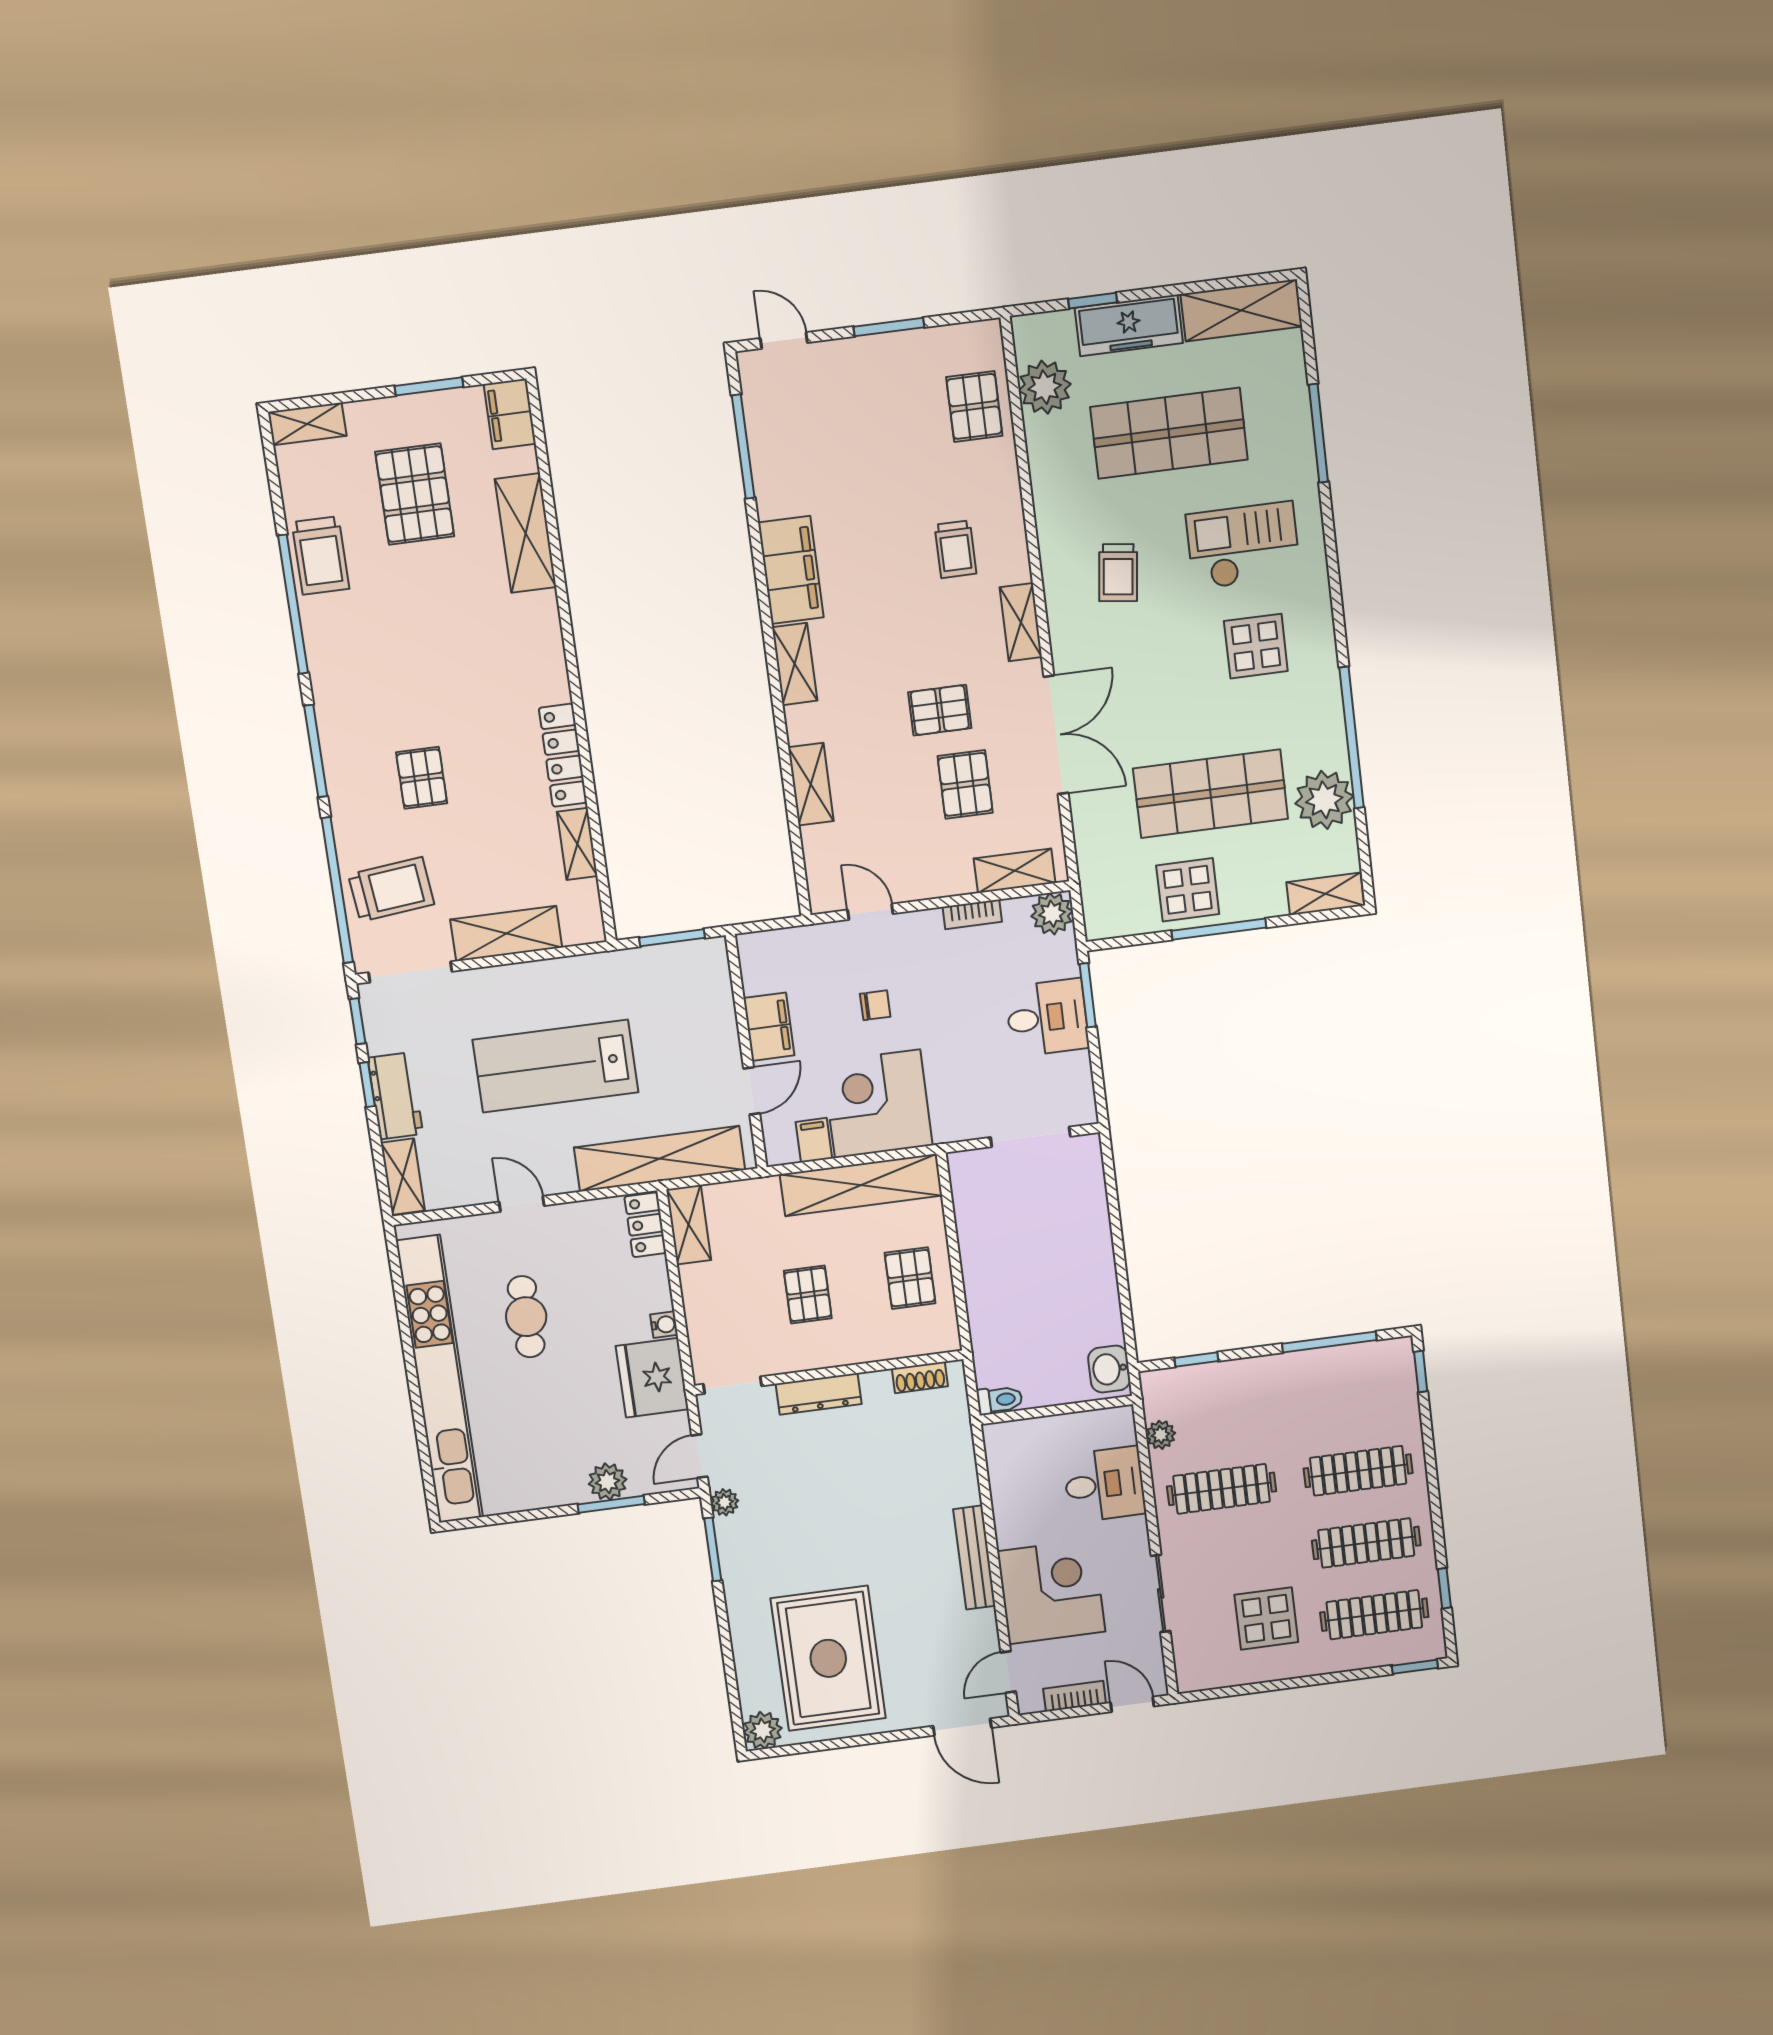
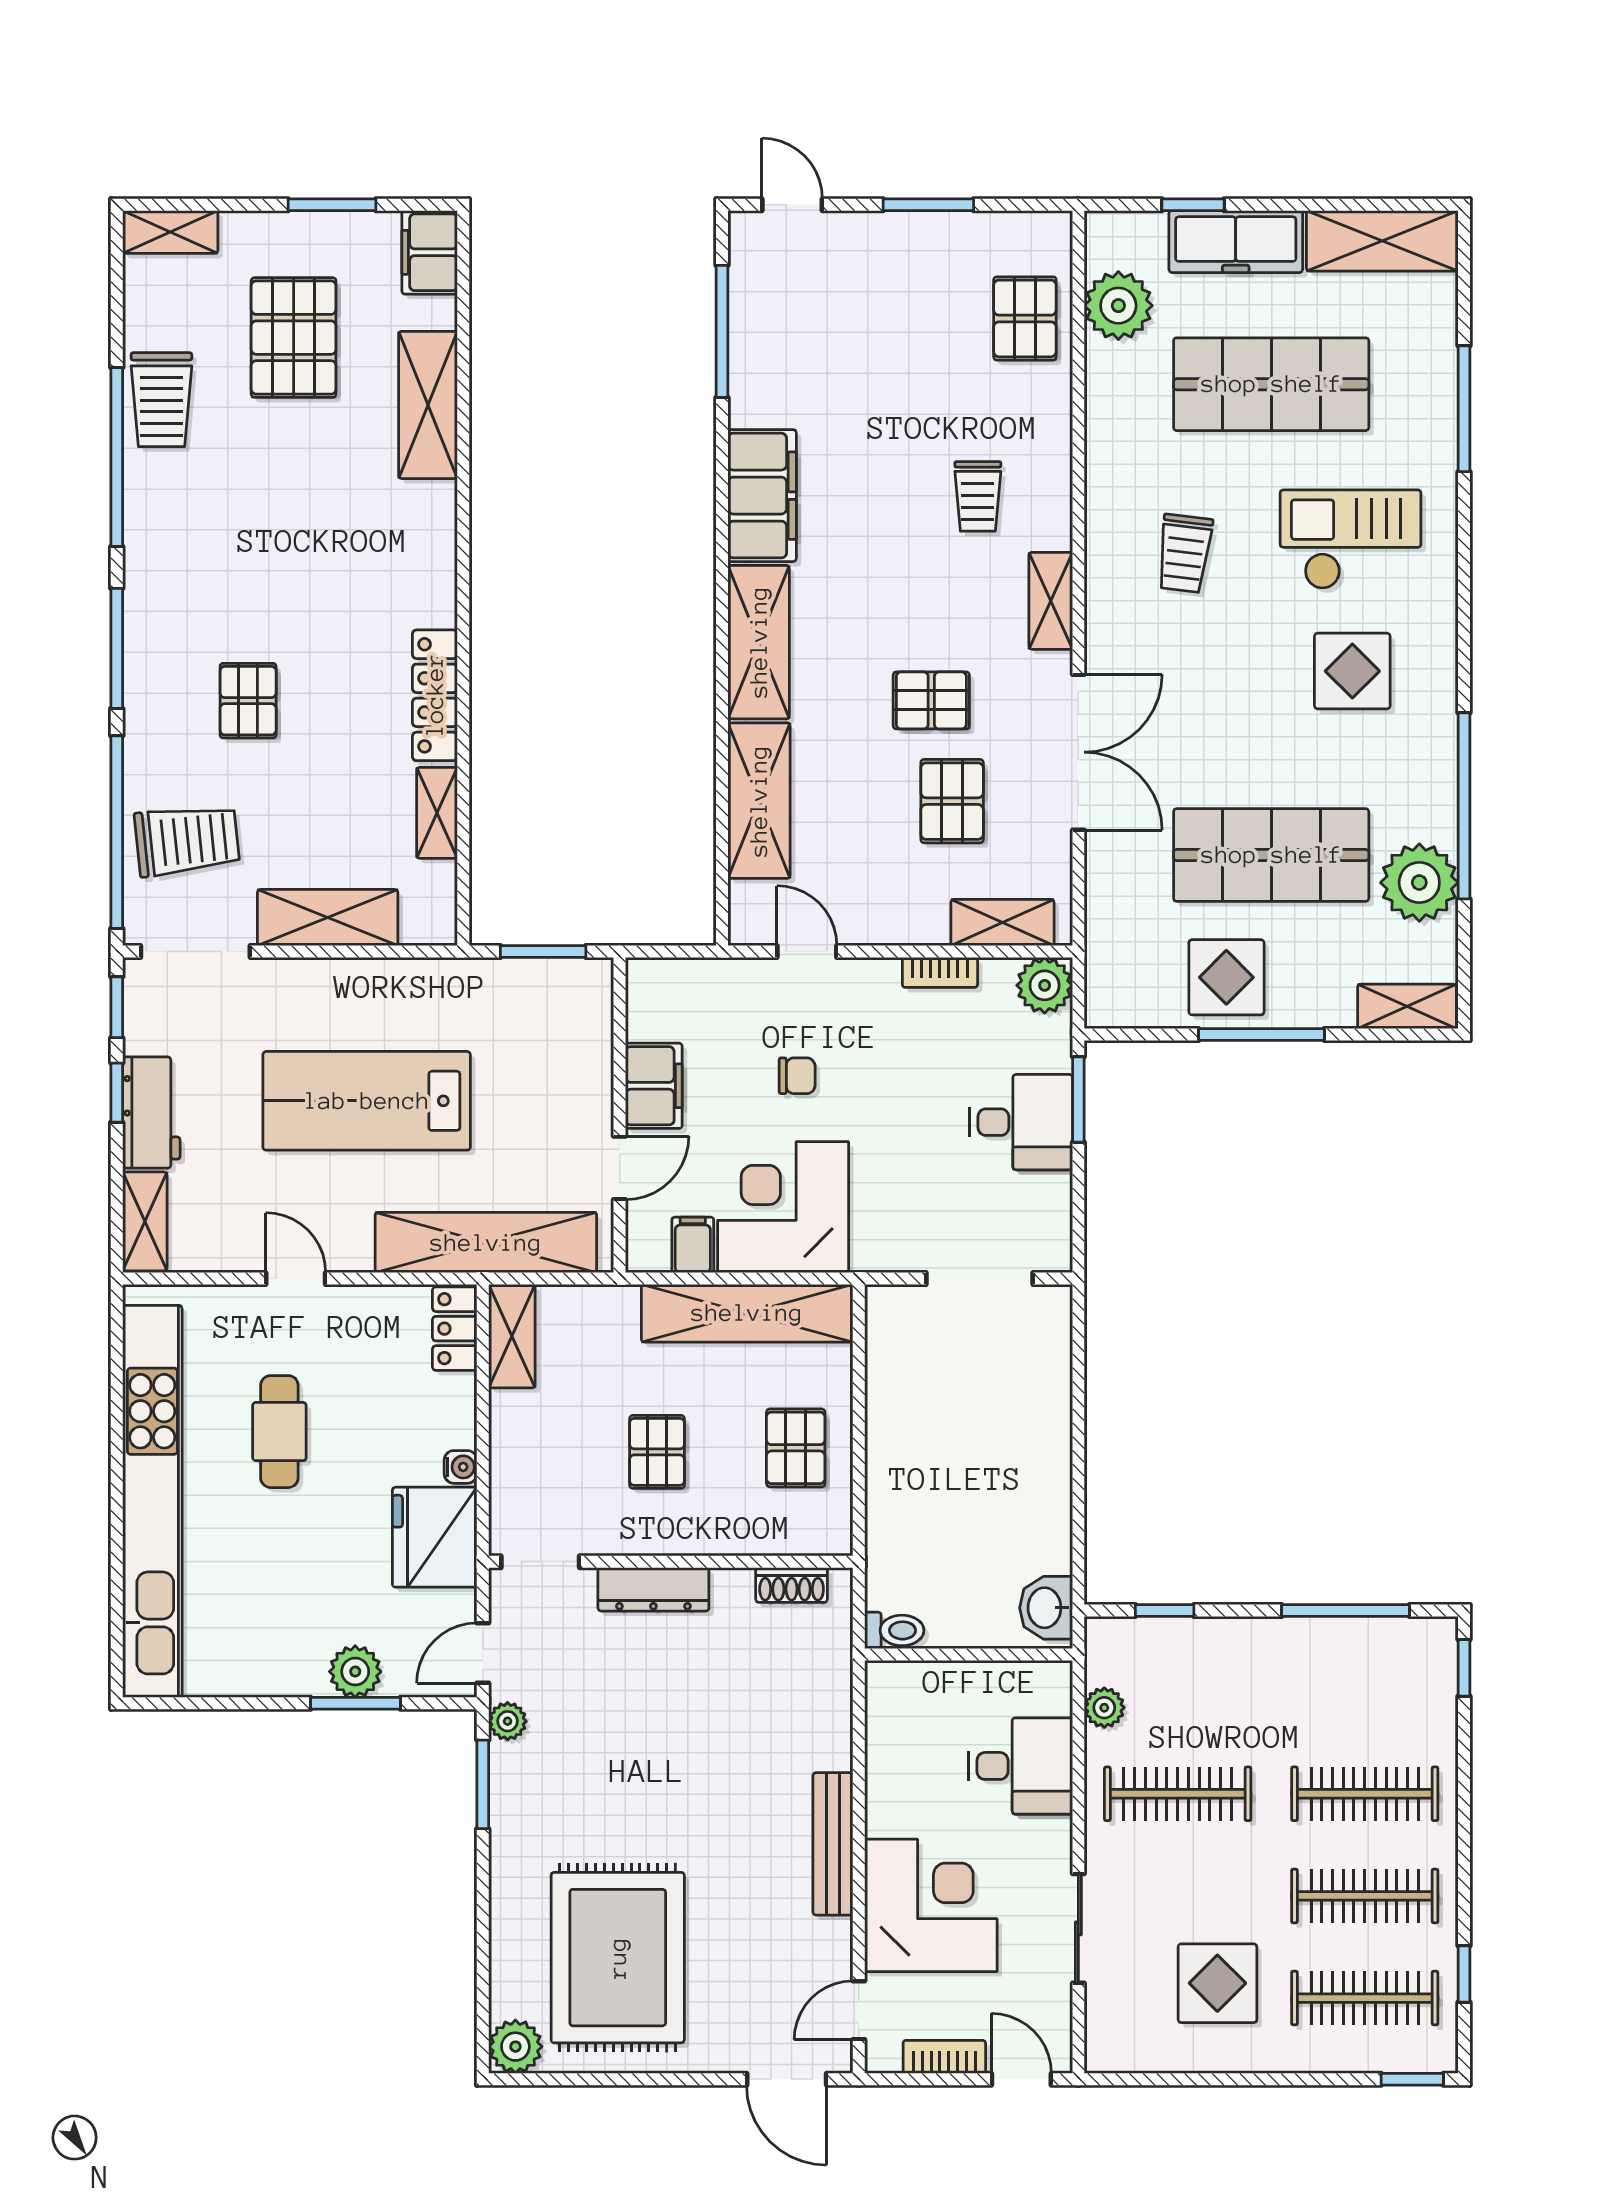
shelving: (795, 664) -> (759, 642), width x1.50, depth x1.33
shelving: (811, 784) -> (759, 801), width x1.50, depth x1.33

